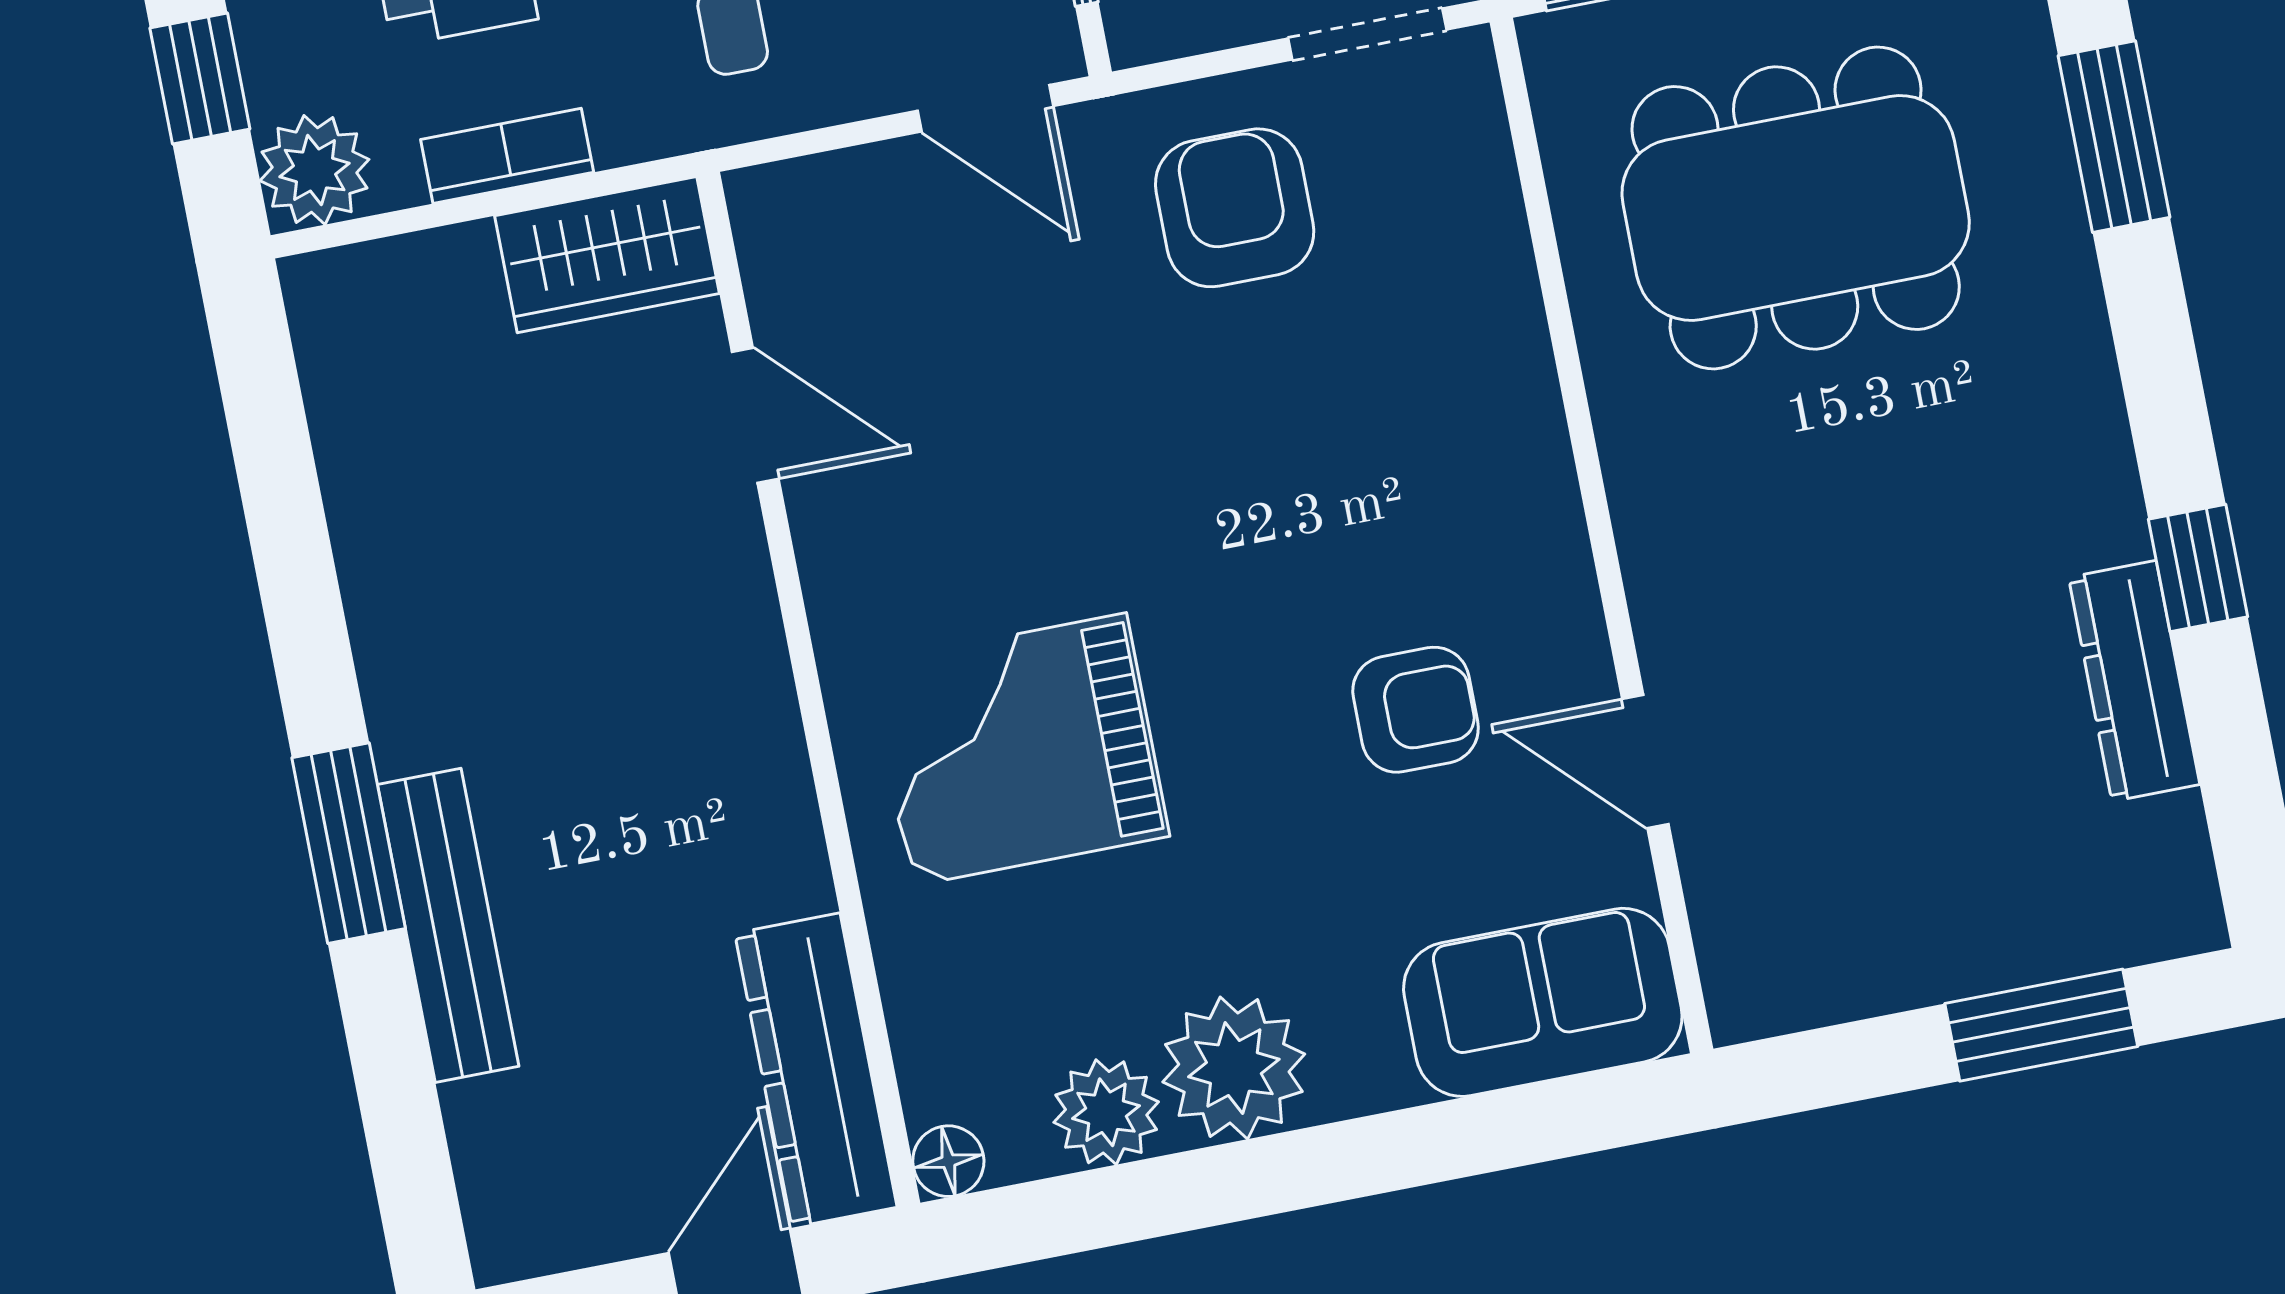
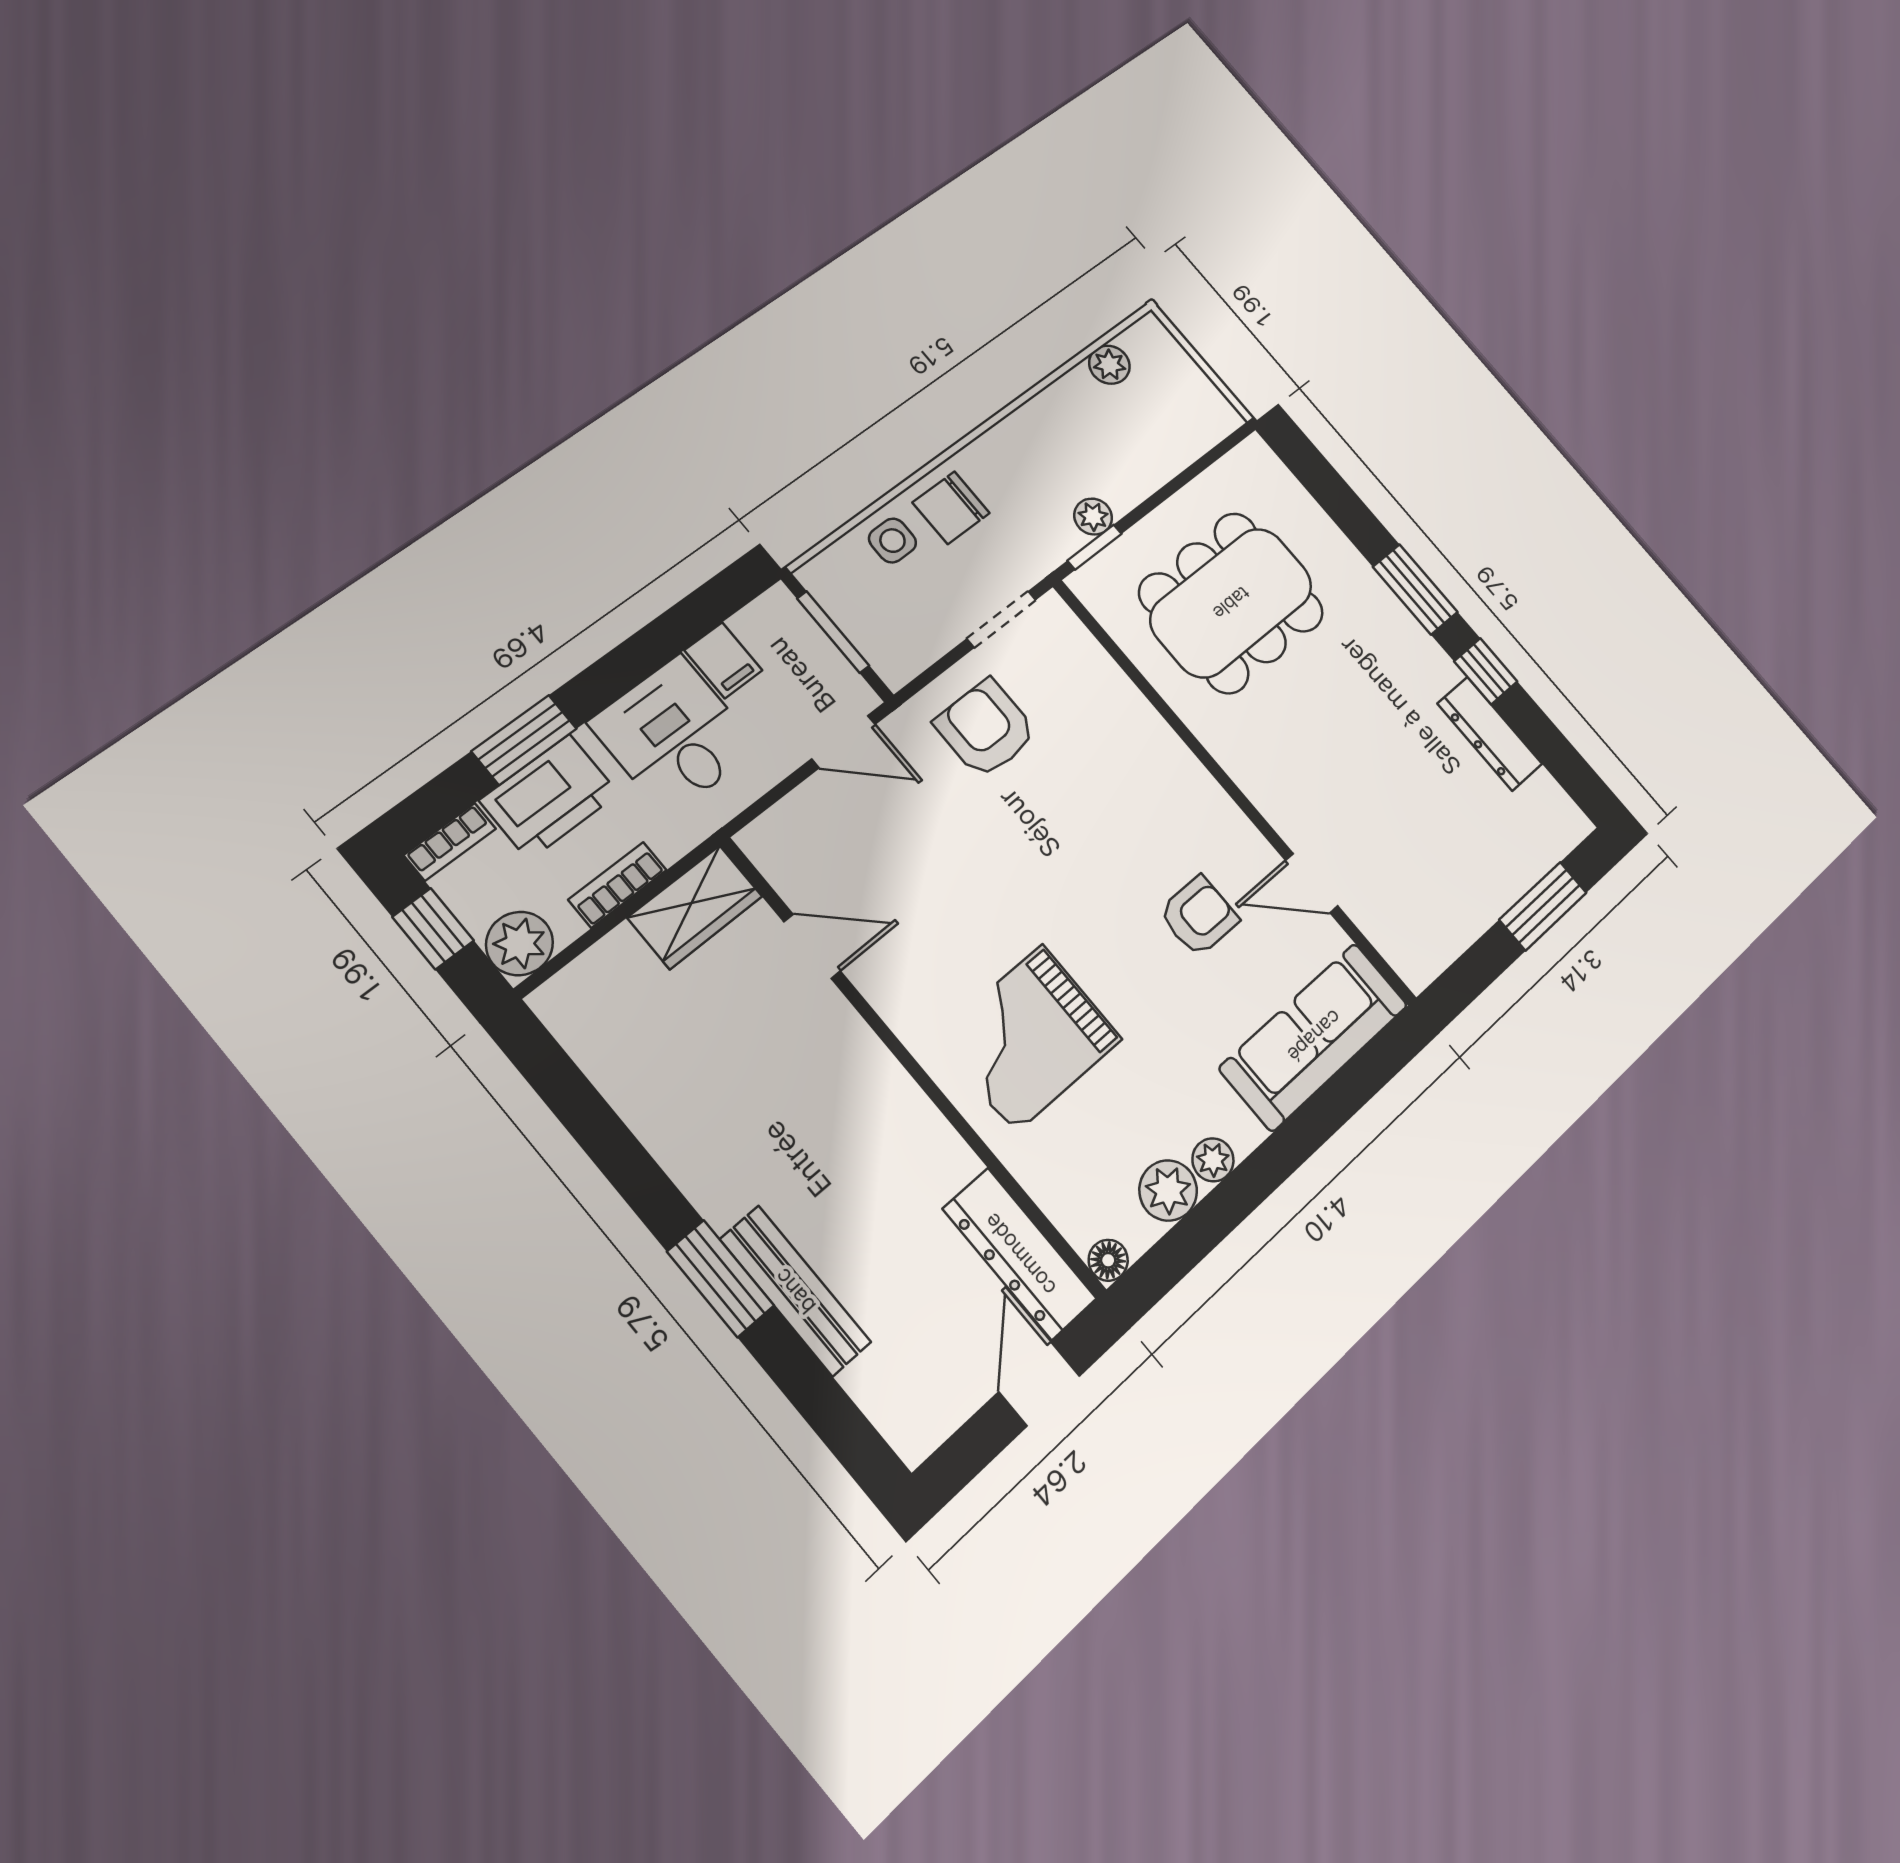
window: (2114, 137) -> (1415, 589), moved
sofa: (1543, 1002) -> (1314, 1036), width x1.36
plant: (1234, 1068) -> (1213, 1160), width x0.53, depth x0.53

